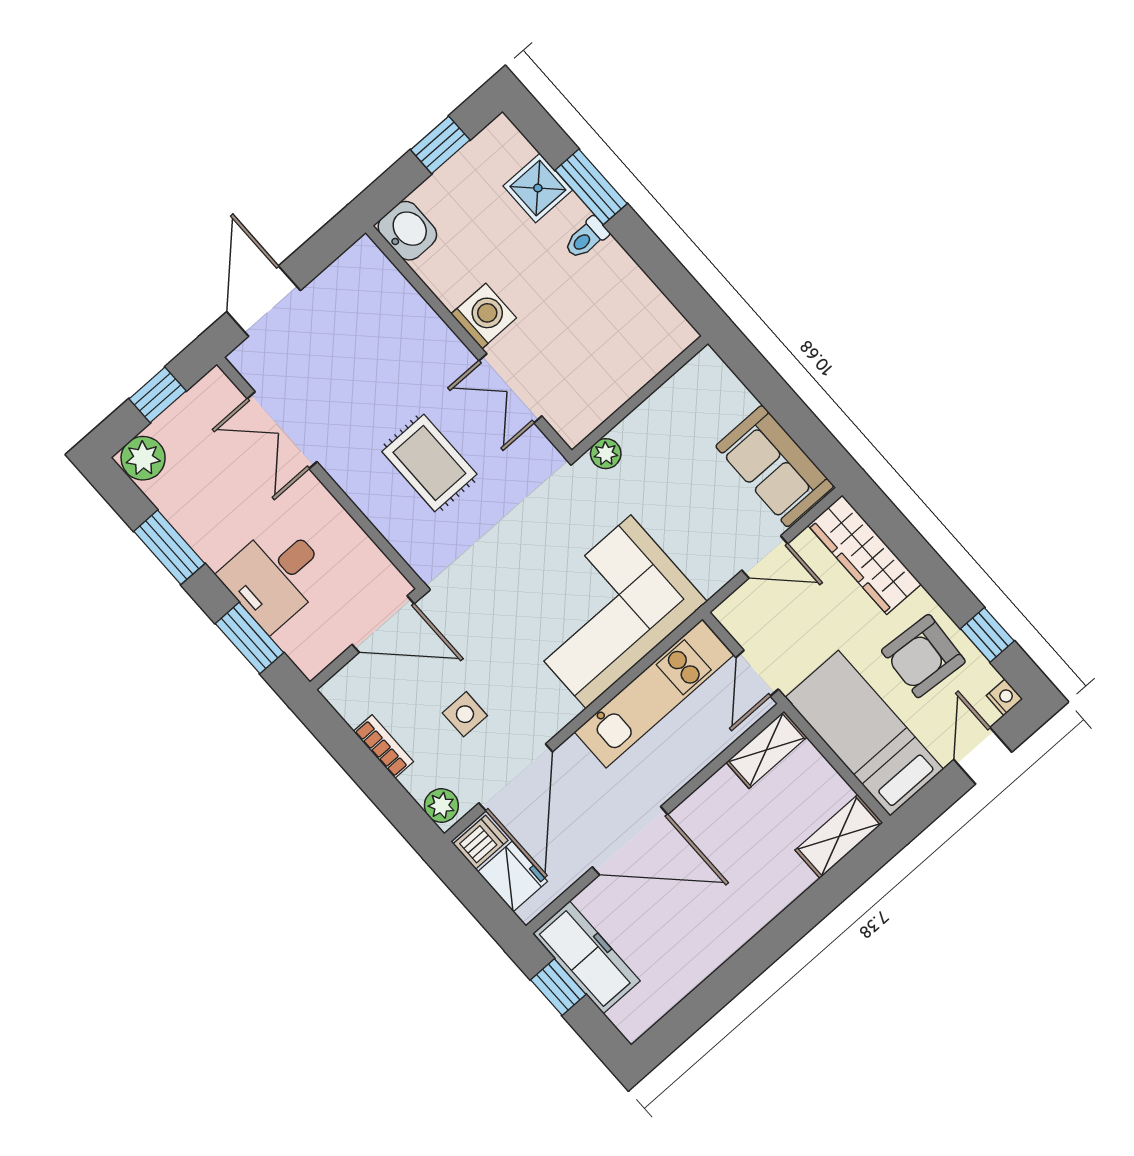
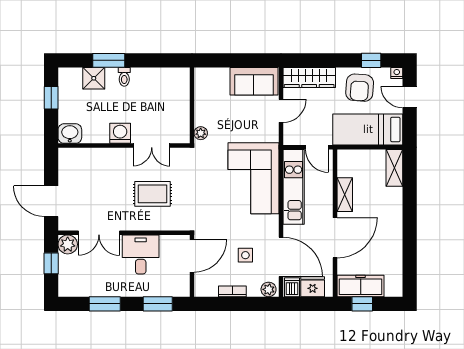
plant: (143, 458) -> (68, 244), moved
desk: (275, 576) -> (141, 254), moved, turned 180
shelving: (766, 750) -> (345, 195), moved

